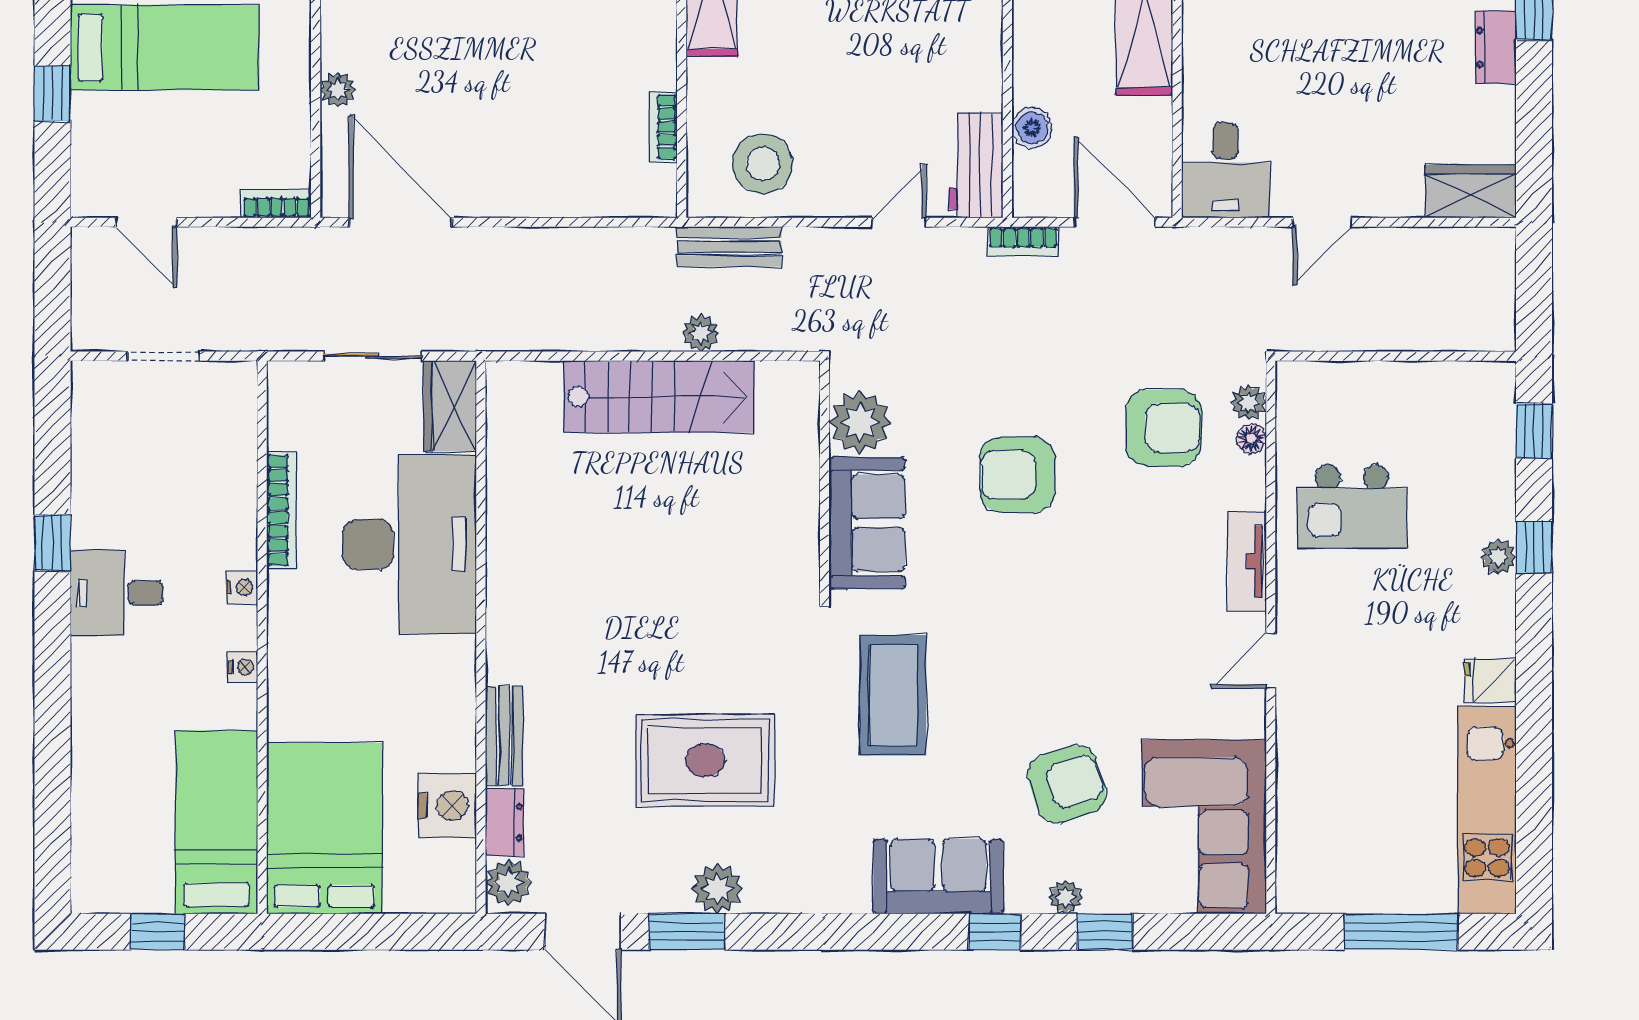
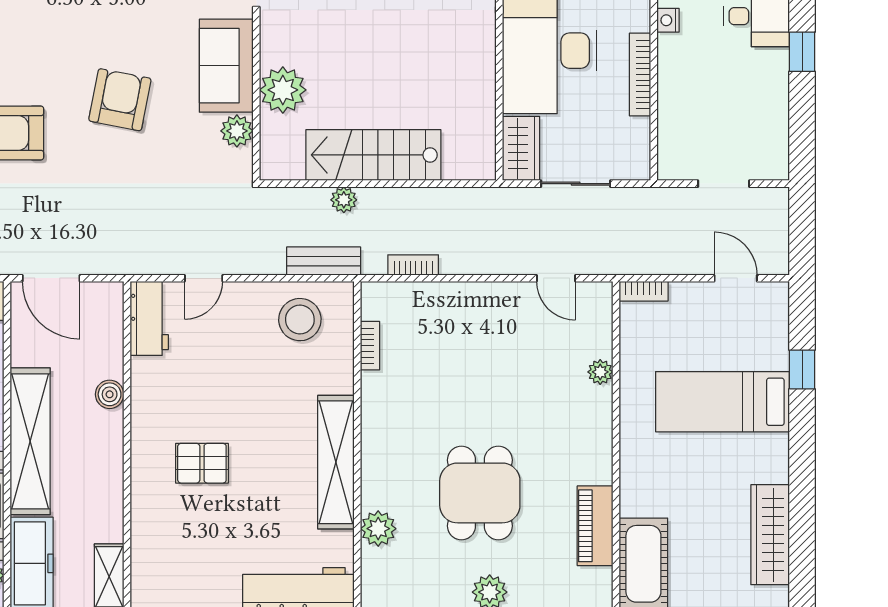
boiler: (1032, 128) -> (110, 394), moved
door: (400, 222) -> (556, 278), width x0.53
bookcase: (1023, 241) -> (413, 265), moved
plant: (860, 422) -> (237, 131), width x0.73, depth x0.73
armchair: (1017, 475) -> (120, 100), turned -79
plant: (787, 489) -> (283, 90), added

